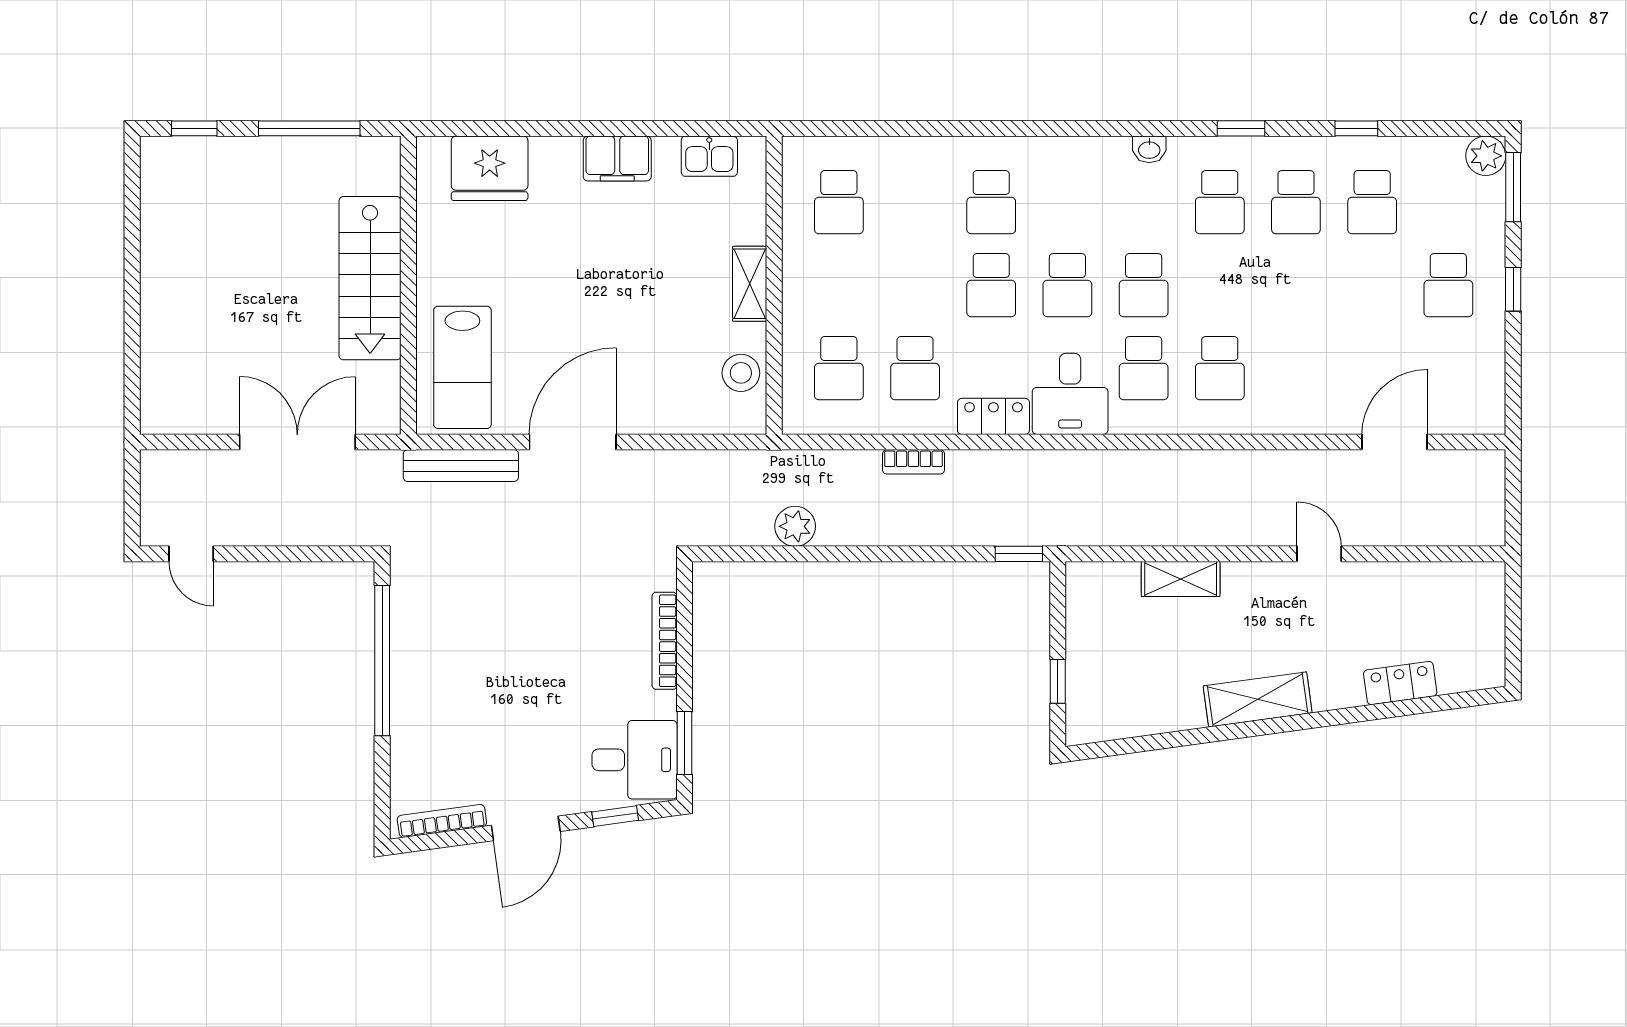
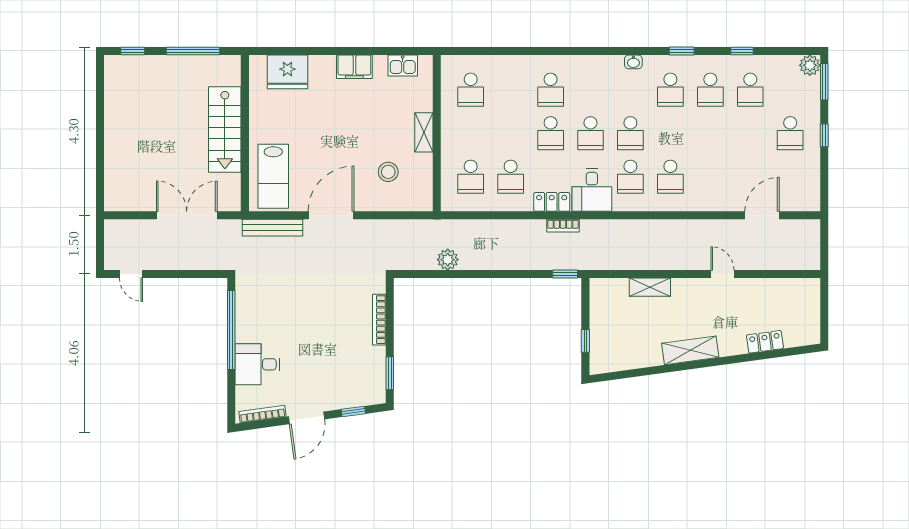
stool: (741, 373) -> (388, 172), moved
bookcase: (913, 462) -> (563, 226), moved
desk: (635, 760) -> (257, 364), moved, turned 180

